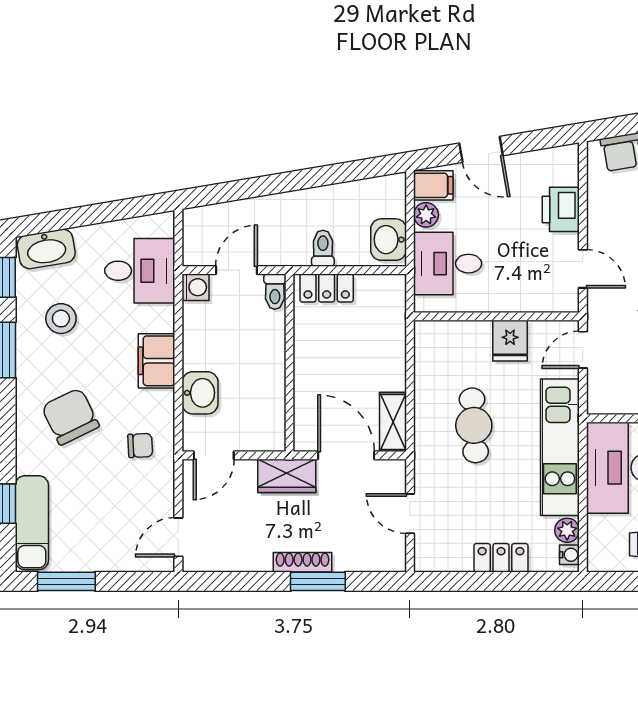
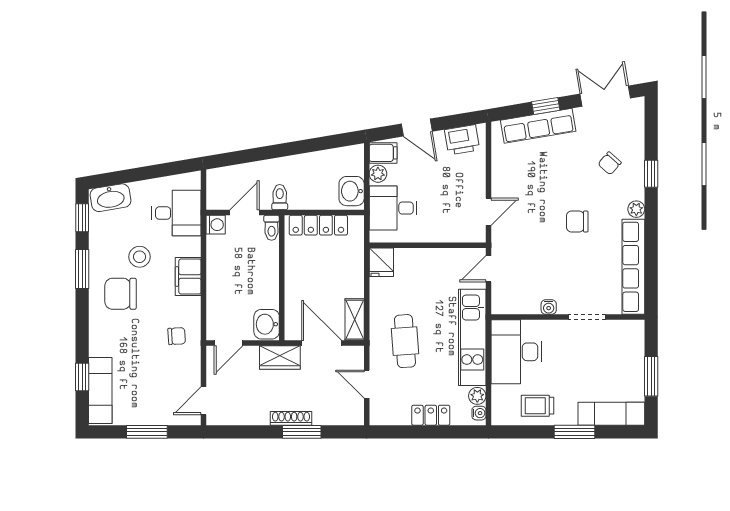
printer: (561, 209) -> (462, 140), moved, turned -100
toilet: (323, 248) -> (280, 197), moved
door: (583, 269) -> (488, 212), hinge flipped
locker: (327, 288) -> (318, 225), width x1.53
stool: (61, 319) -> (140, 257), moved
fridge: (510, 341) -> (381, 262), moved
washbasin: (200, 393) -> (267, 324), moved, turned 180
chair: (70, 416) -> (121, 294), moved, turned -64
cafe table: (474, 425) -> (405, 341), moved
window: (66, 581) -> (147, 432), moved

